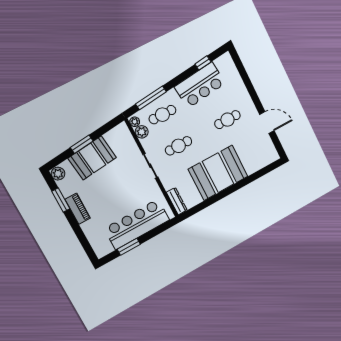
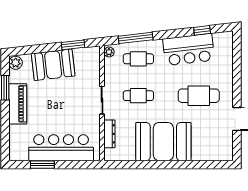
cafe table: (227, 120) -> (199, 96), width x1.37, depth x1.35
plant: (142, 132) -> (111, 65), removed
window: (82, 144) -> (73, 45), moved
dresser: (177, 201) -> (109, 134), moved
piano: (78, 209) -> (18, 104), width x1.37, depth x1.33

